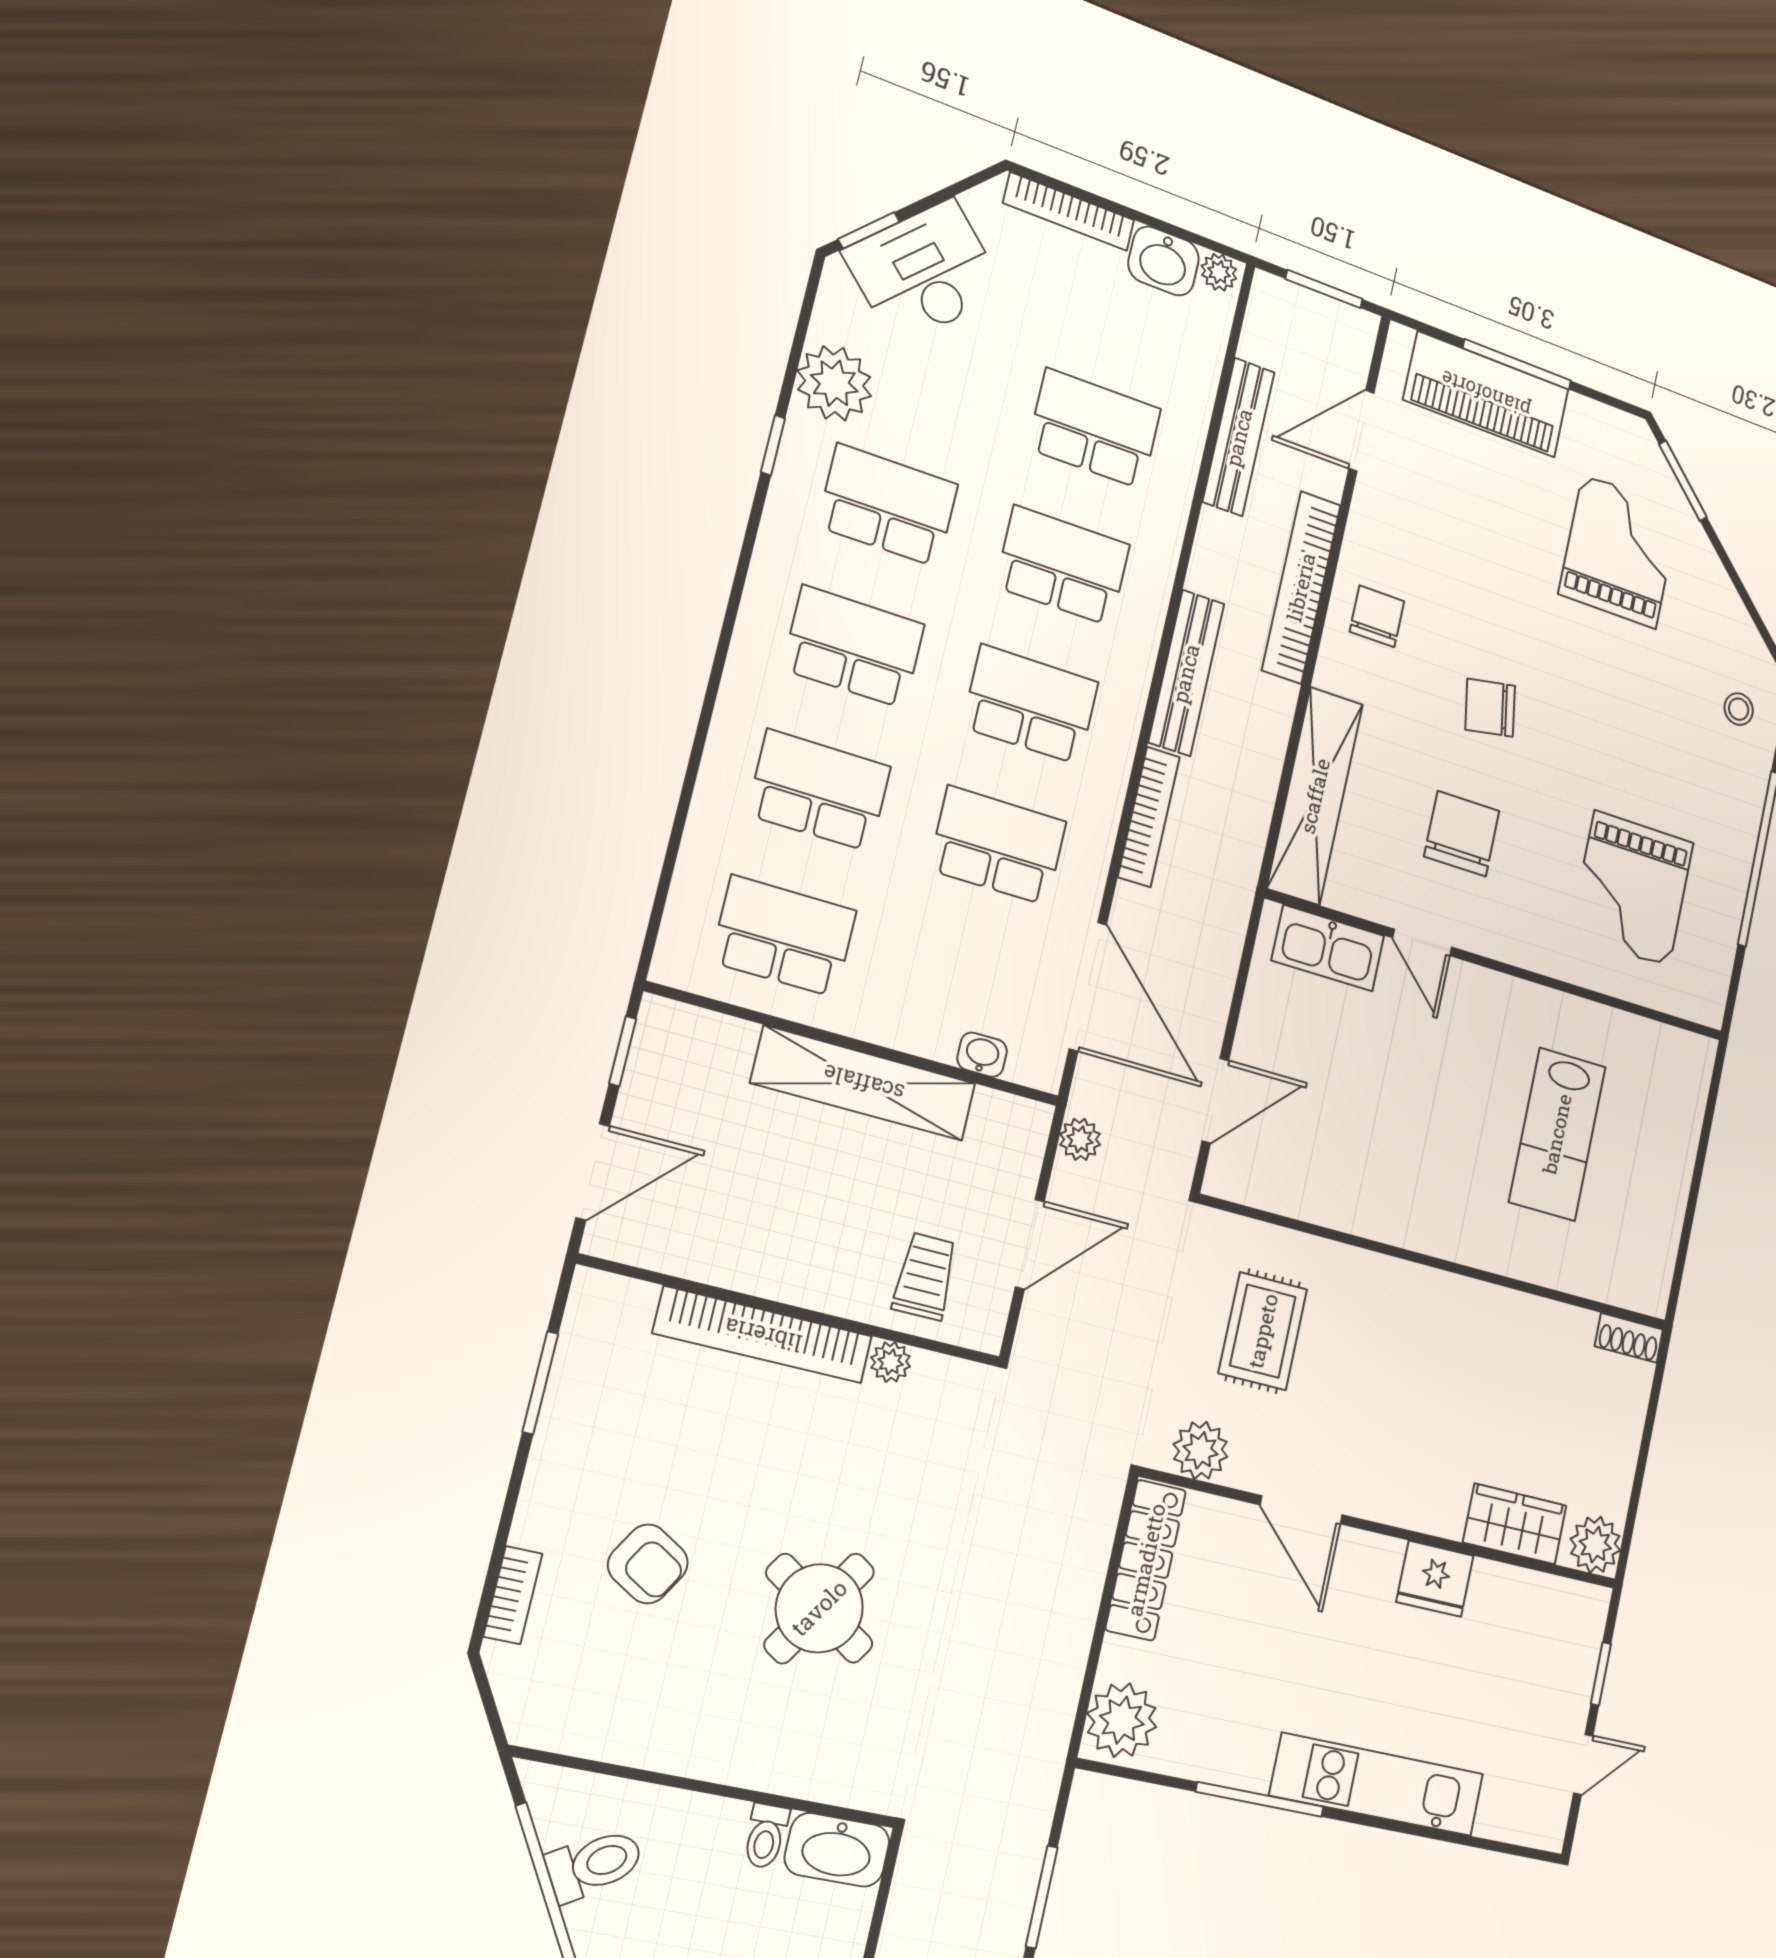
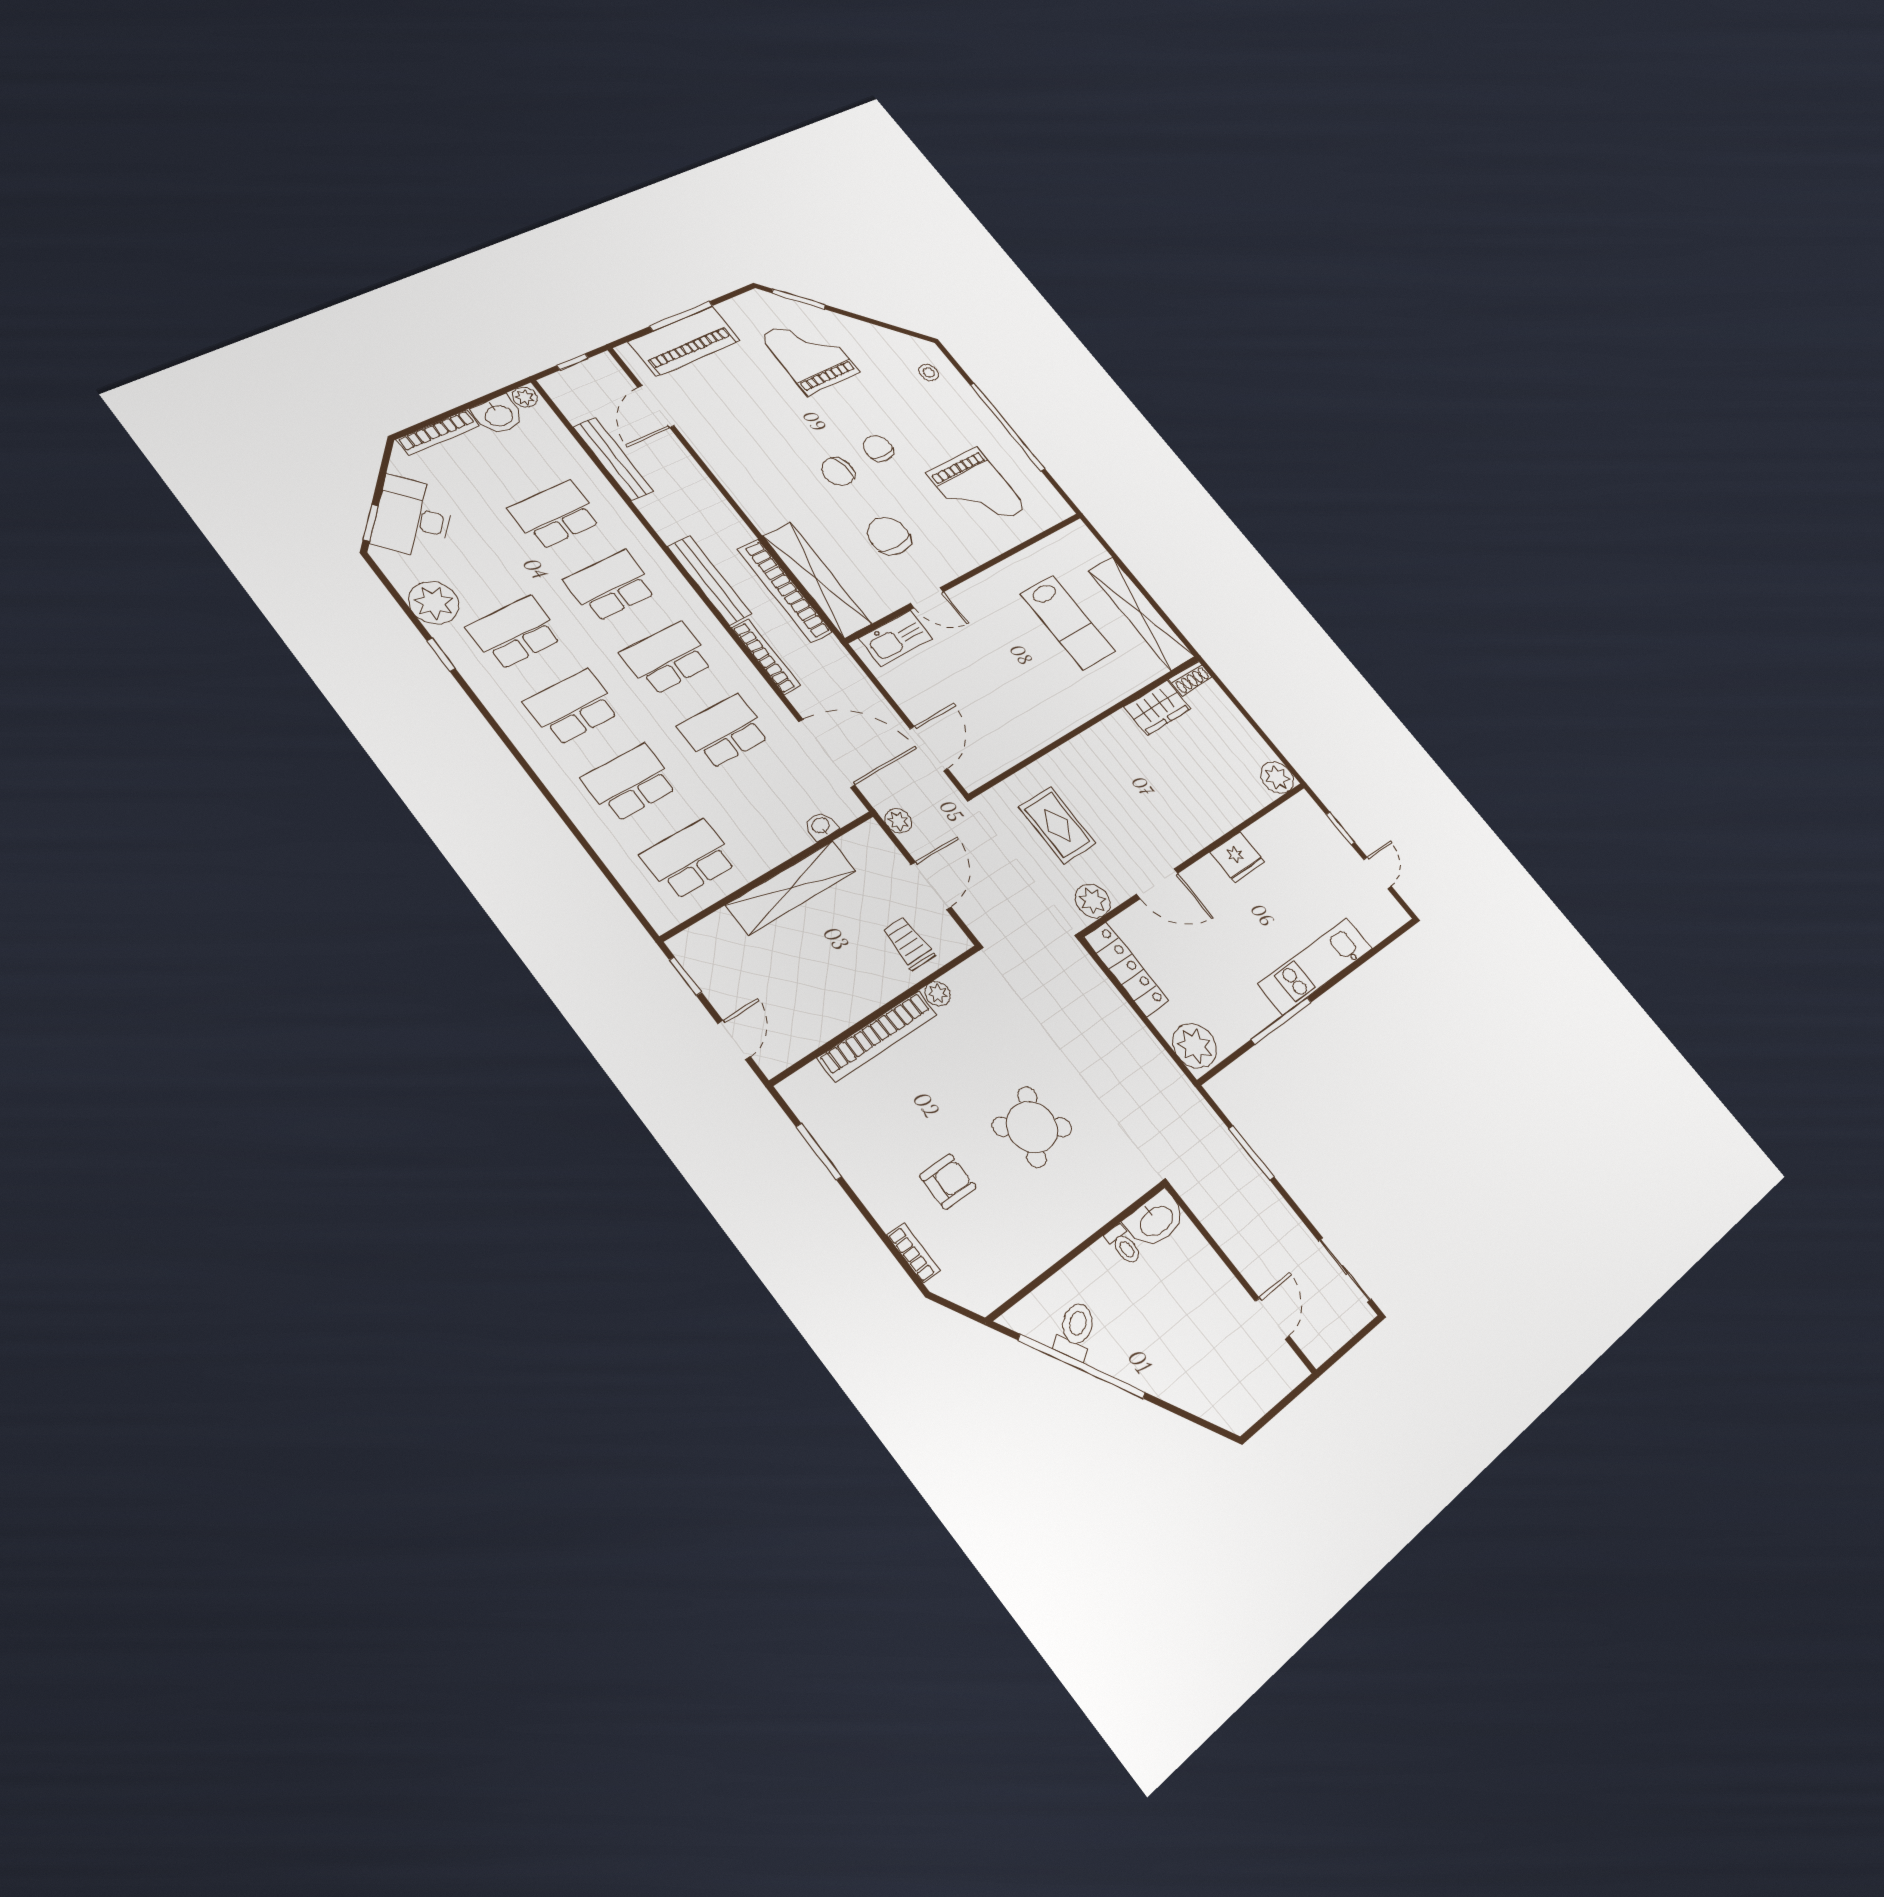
window: (1324, 289) -> (573, 362), width x0.67
bookcase: (1301, 587) -> (785, 591), moved
chair: (1377, 616) -> (878, 448), moved
door: (593, 1172) -> (734, 1040), width x0.73
shelving: (1660, 1212) -> (1141, 614), added
wardrobe: (1515, 1524) -> (1157, 708), moved, turned 180
armchair: (648, 1564) -> (948, 1182), turned -31

